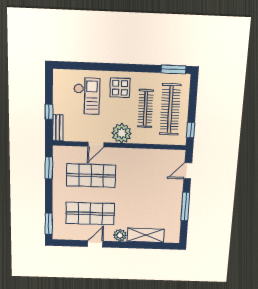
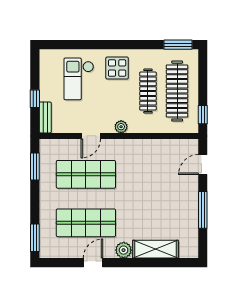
checkout: (87, 96) -> (79, 79), turned 180
plant: (122, 133) -> (121, 127), width x0.53, depth x0.53

